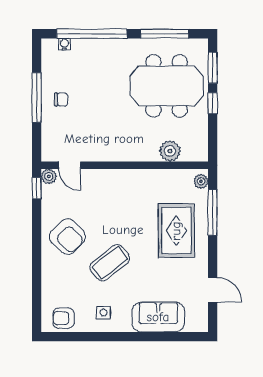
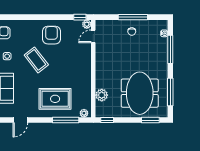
window: (92, 34) -> (170, 49), width x0.68
window: (213, 103) -> (107, 120), moved
armchair: (67, 237) -> (51, 35), turned 135

